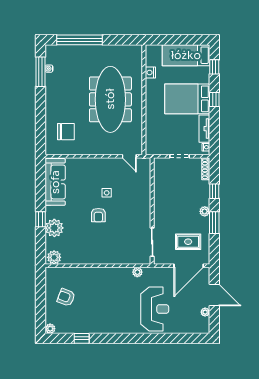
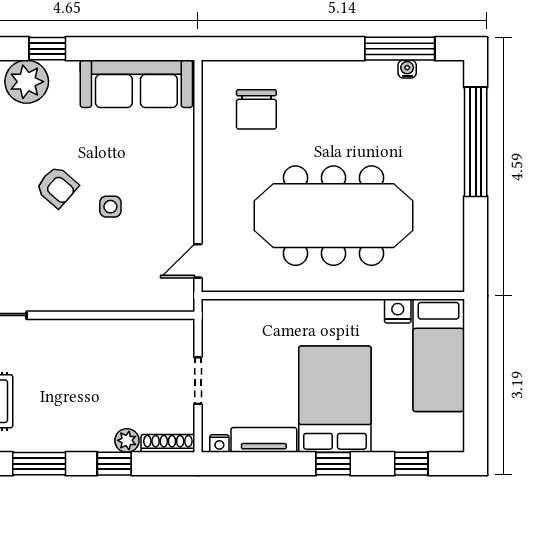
bed: (186, 55) -> (438, 355), moved, turned 180
plant: (205, 211) -> (127, 440), moved
armchair: (98, 215) -> (57, 187), turned -139

